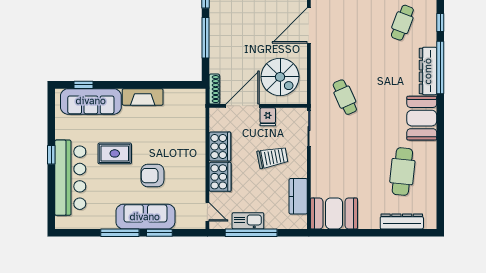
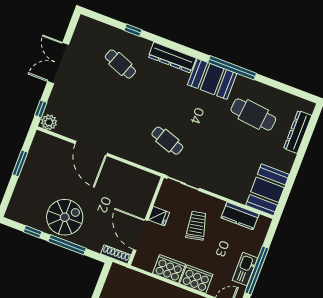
window: (440, 68) -> (232, 68), moved
spiral stairs: (280, 77) -> (65, 217), moved
cafe table: (345, 97) -> (167, 141), turned 42

